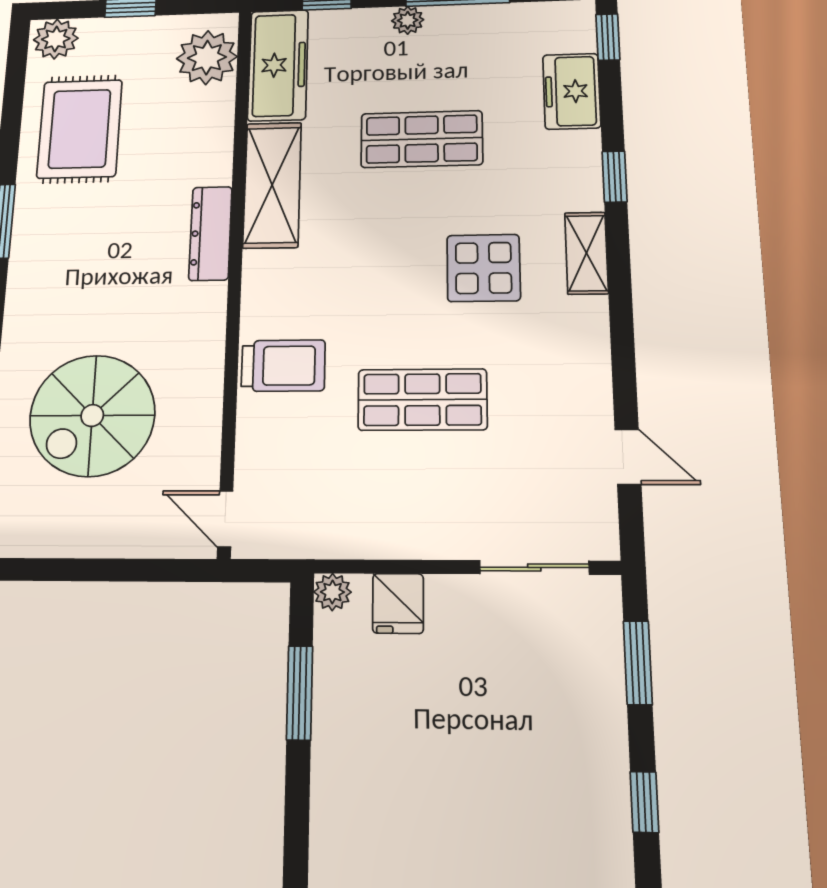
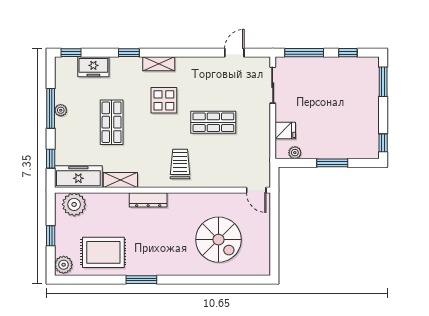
plant: (408, 20) -> (61, 110), moved
shelving: (272, 185) -> (120, 180), width x0.67, depth x0.75
trolley: (283, 366) -> (180, 164), moved
shop shelf: (422, 400) -> (213, 122), turned 90
door: (225, 519) -> (256, 190), hinge flipped
plant: (332, 592) -> (295, 153), moved
window: (638, 663) -> (304, 53), width x1.44
window: (300, 693) -> (332, 163), moved

